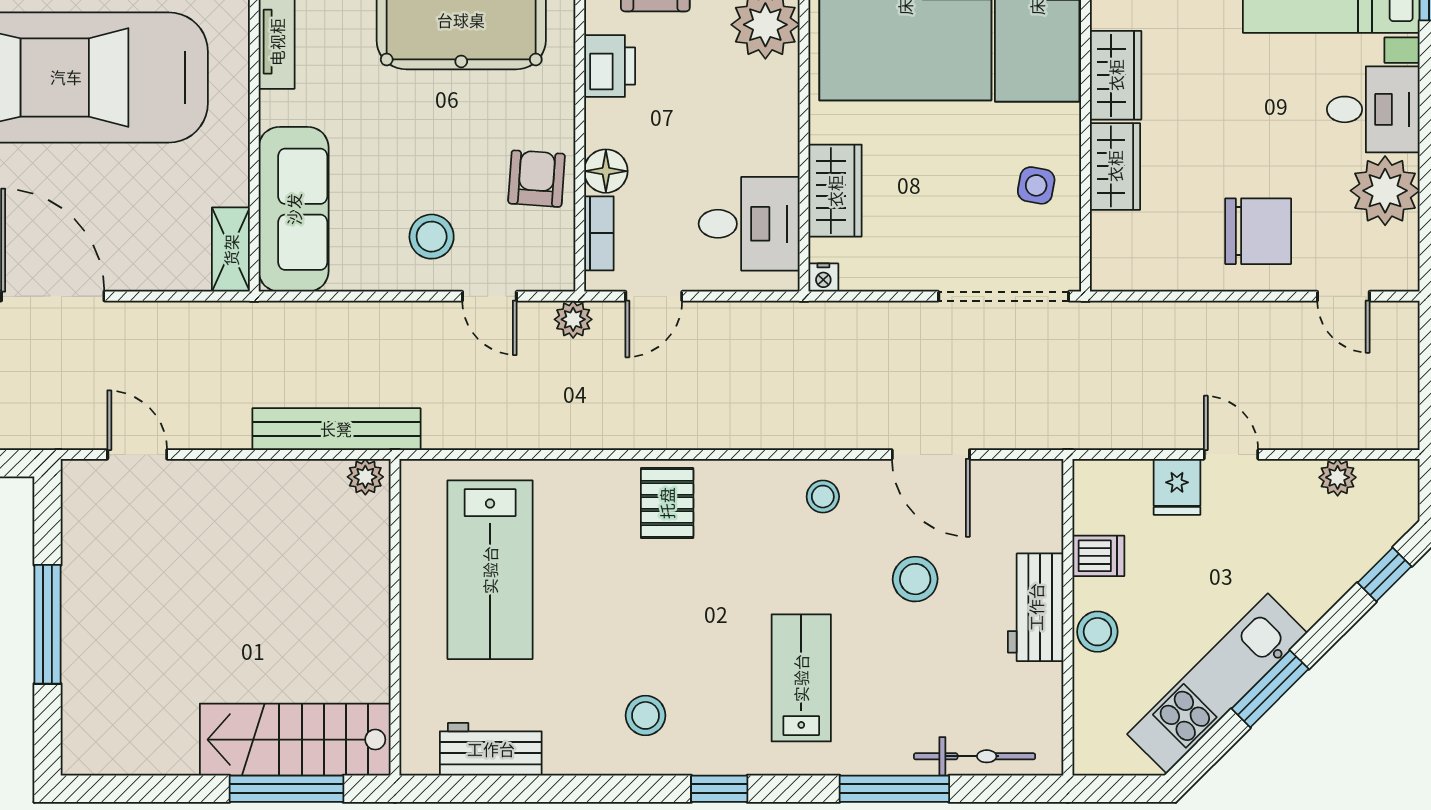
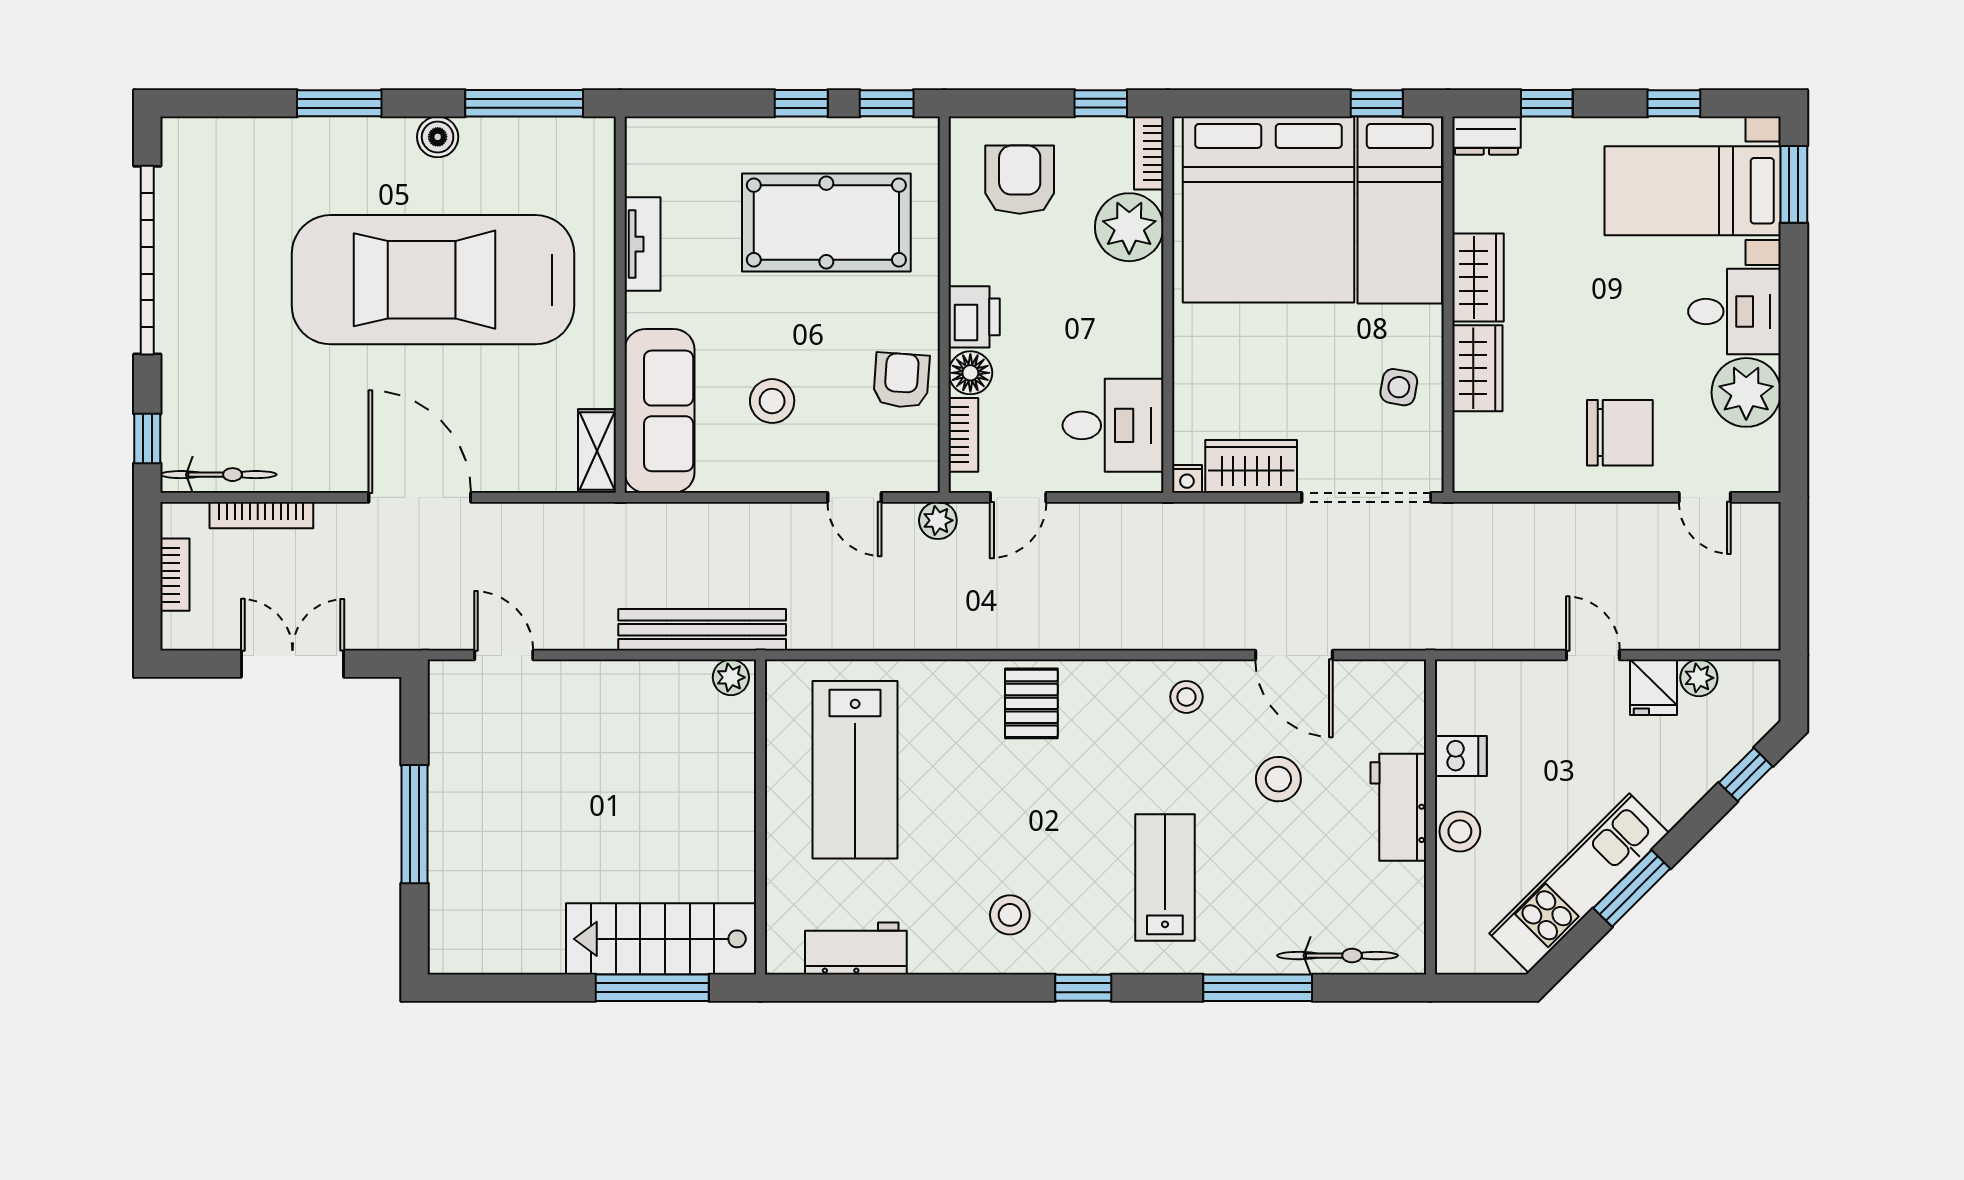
printer: (610, 66) -> (974, 317), moved
wardrobe: (835, 191) -> (1251, 466), moved, turned -90
stool: (432, 237) -> (772, 401), moved
fridge: (1177, 487) -> (1654, 687), moved

